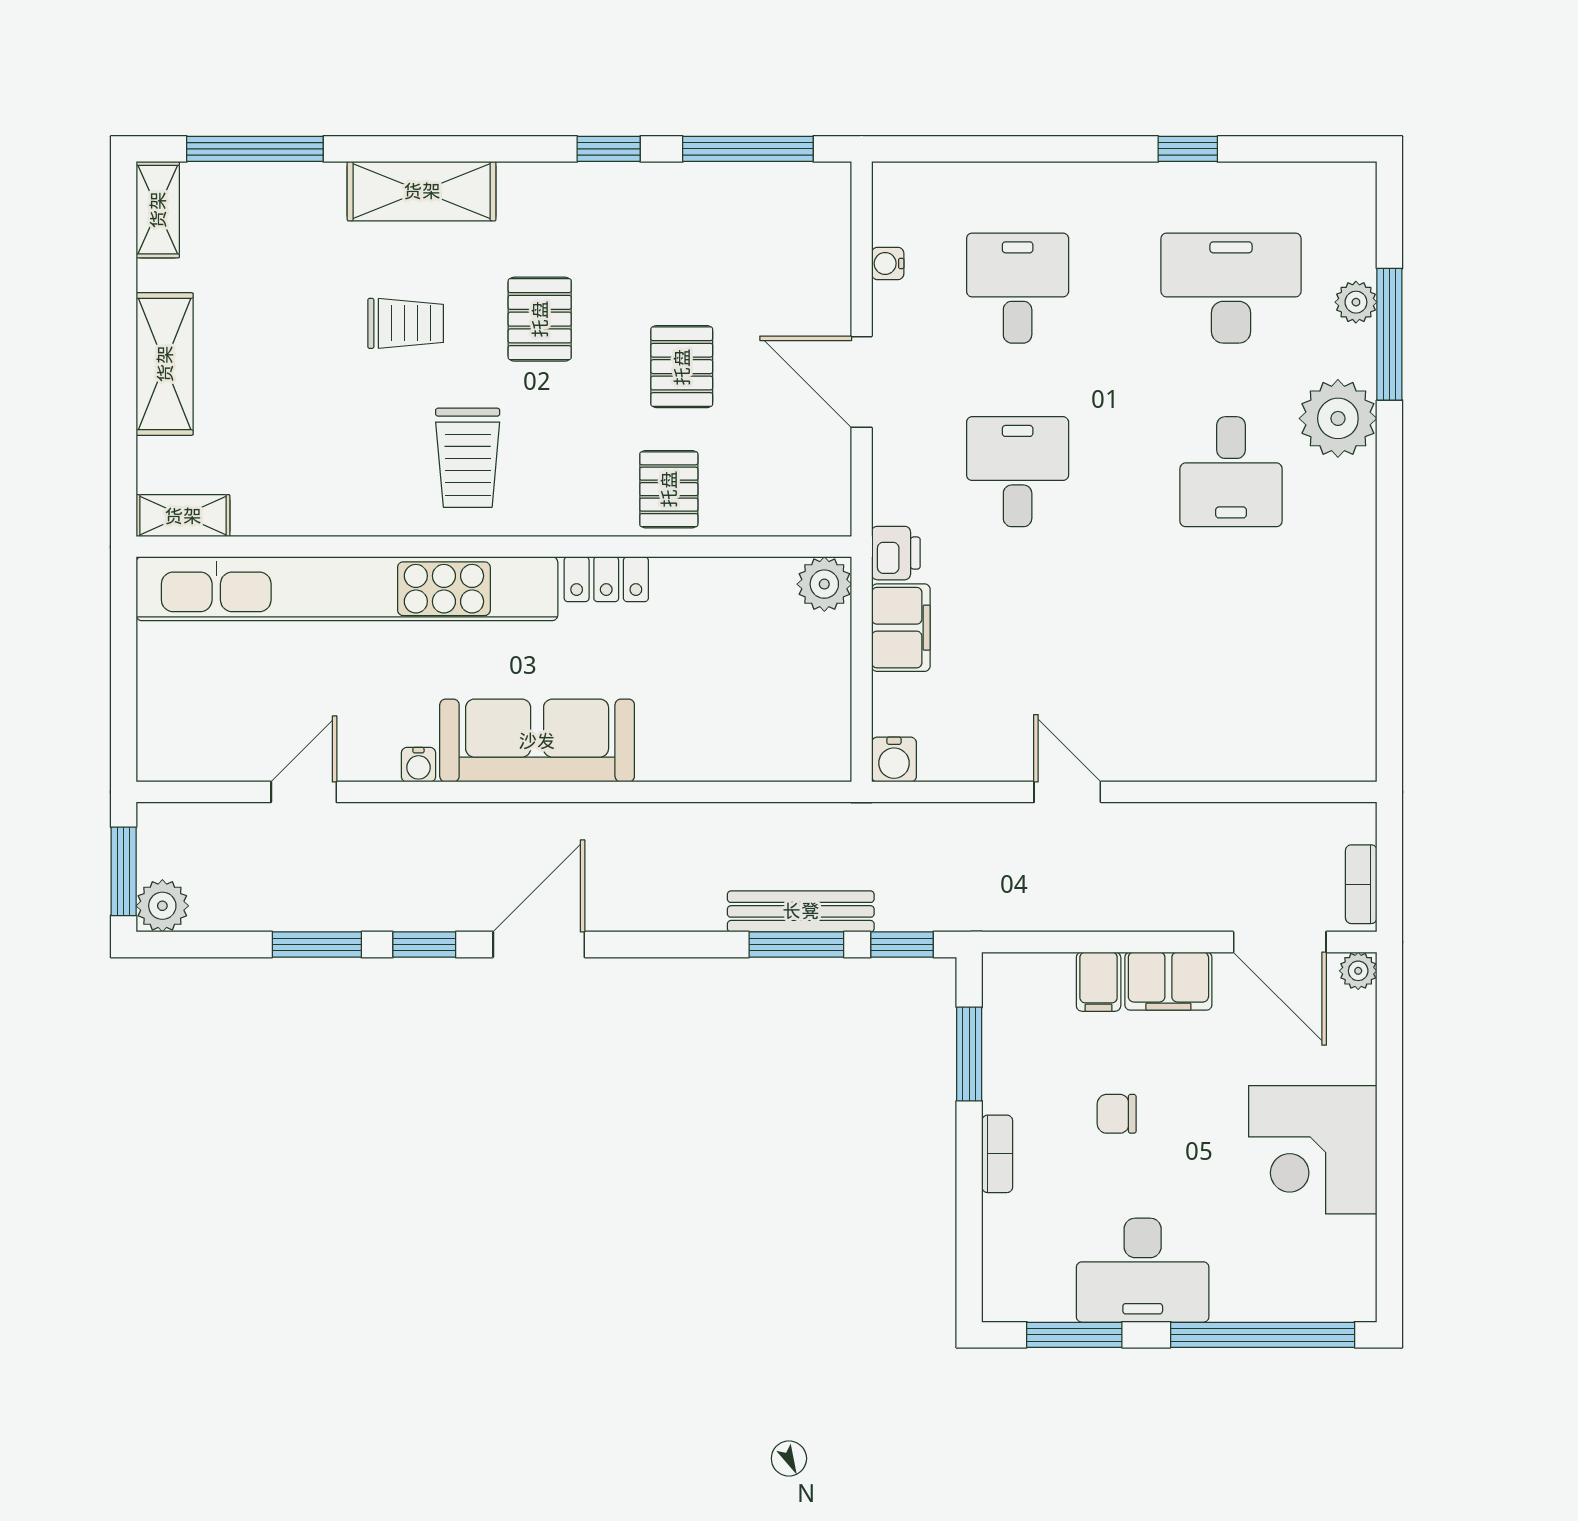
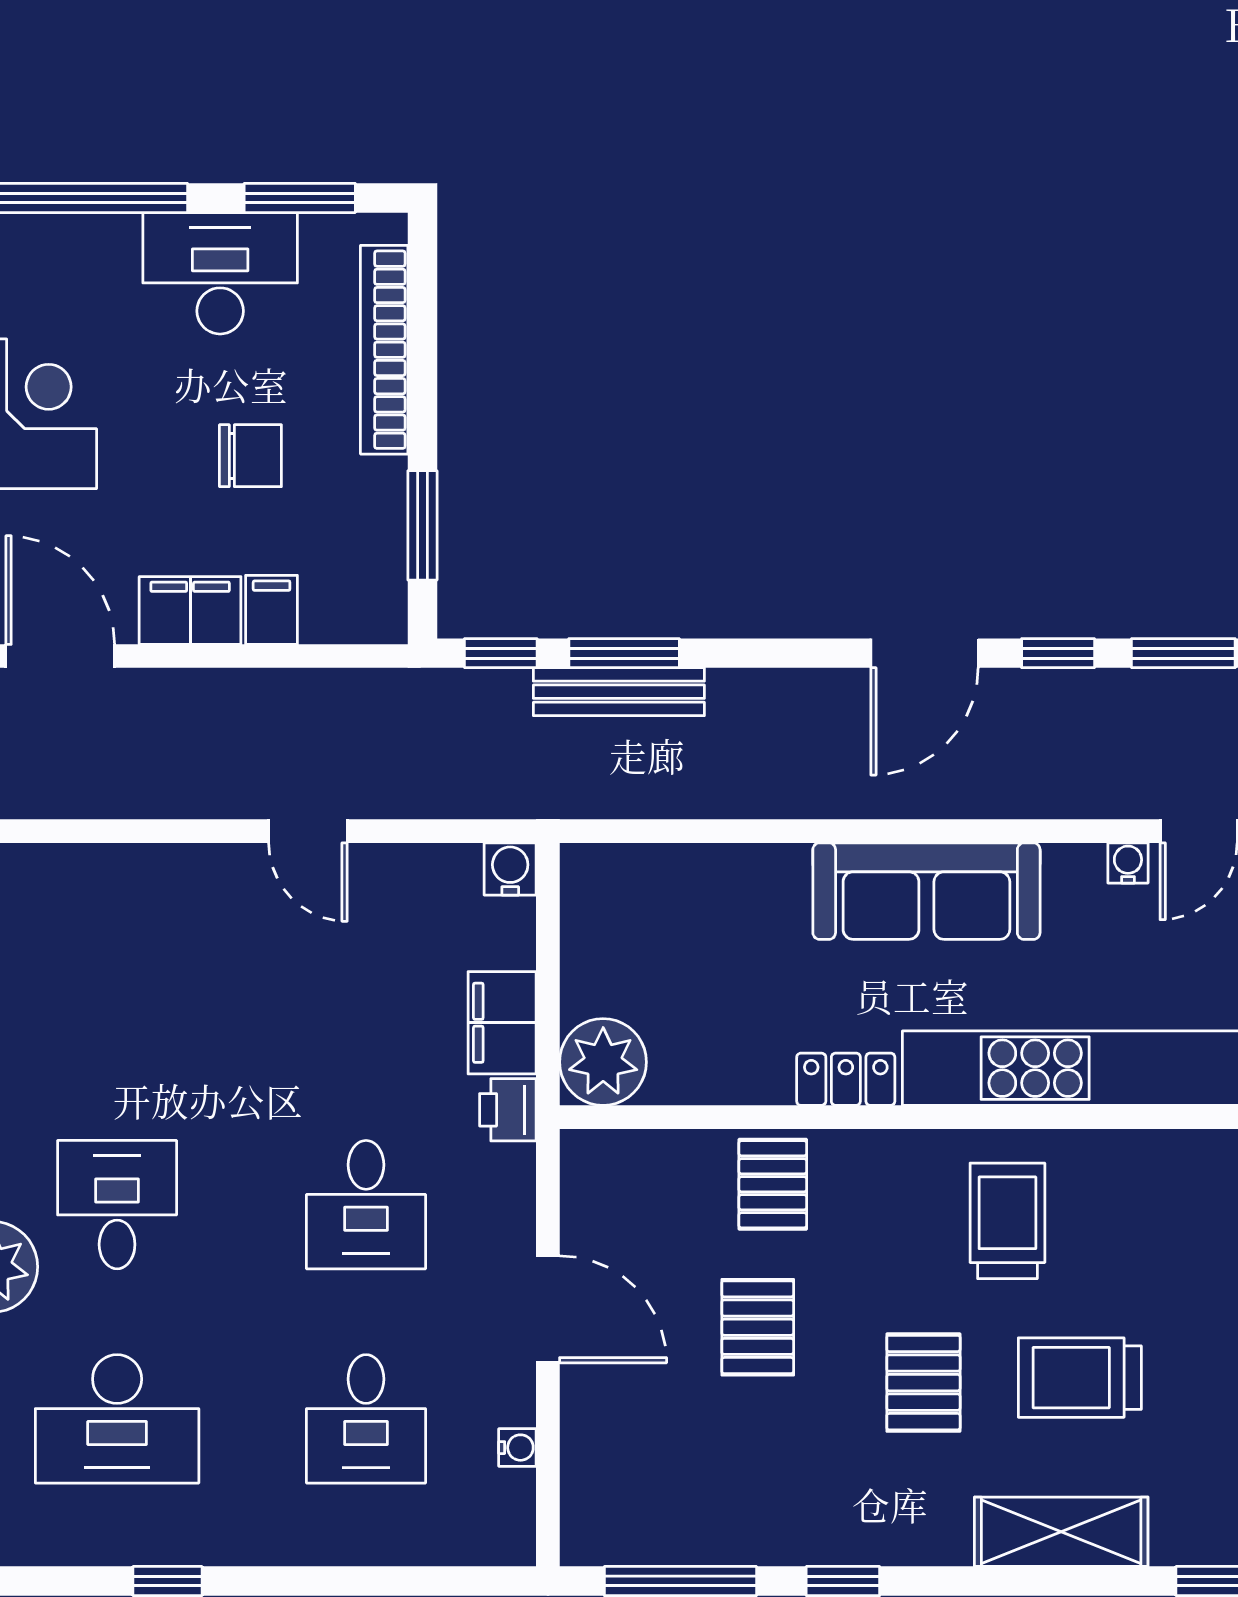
trolley: (406, 323) -> (1080, 1378), width x1.36, depth x1.39
plant: (824, 584) -> (603, 1062), width x1.36, depth x1.36
water cooler: (418, 765) -> (1128, 863), moved
chair: (1117, 1114) -> (250, 456), width x1.37, depth x1.37
bookcase: (997, 1154) -> (384, 350), width x2.31, depth x1.31

